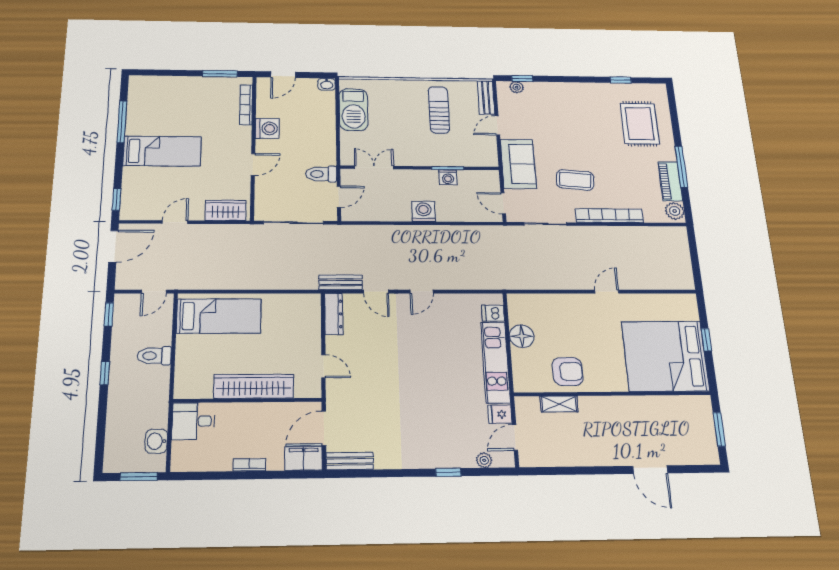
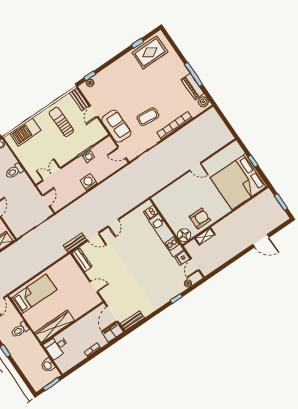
barbecue: (353, 110) -> (25, 132), moved, turned 90
rug: (640, 124) -> (150, 52), moved, turned 90
toilet: (321, 174) -> (14, 171), moved
door: (607, 292) -> (195, 167), swing flipped
floor lamp: (522, 336) -> (184, 235), moved
wardrobe: (254, 386) -> (54, 327), moved

